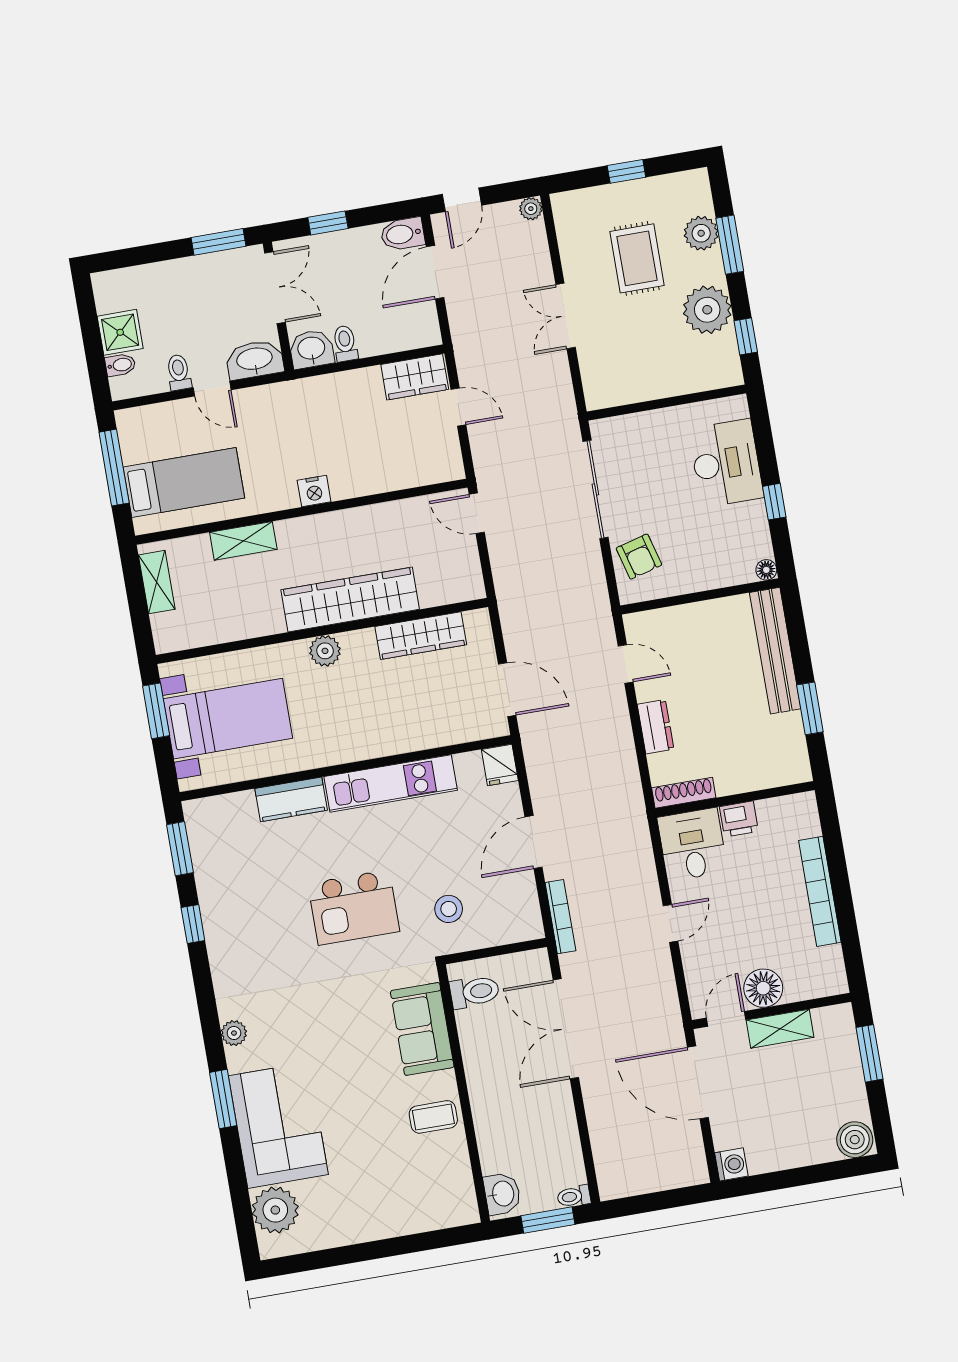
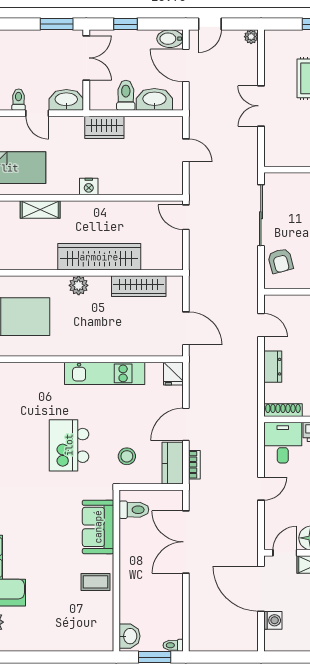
door: (435, 272) -> (186, 65), hinge flipped
toilet: (345, 343) -> (126, 95), width x1.37, depth x1.39
washbasin: (311, 349) -> (154, 99), moved, width x1.38
wardrobe: (415, 377) -> (104, 127), moved
kitchen counter: (291, 799) -> (173, 463), moved, turned 90
kitchen island: (354, 908) -> (69, 445), turned 90
bookcase: (560, 917) -> (194, 465), width x0.64
washing machine: (731, 1164) -> (273, 620), moved

